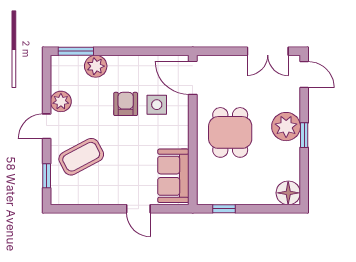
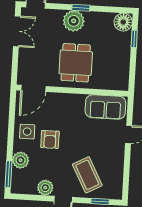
armchair: (126, 104) -> (50, 139), turned -90
side table: (157, 105) -> (27, 132), moved
dining table: (230, 132) -> (76, 63), turned 90
window: (224, 209) -> (134, 39), moved

